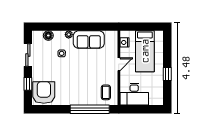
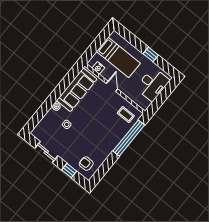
floor lamp: (48, 36) -> (44, 123), removed
sofa: (89, 40) -> (77, 90), width x1.36
armchair: (44, 93) -> (86, 164), width x0.53, depth x0.53
desk: (134, 94) -> (153, 84), moved

